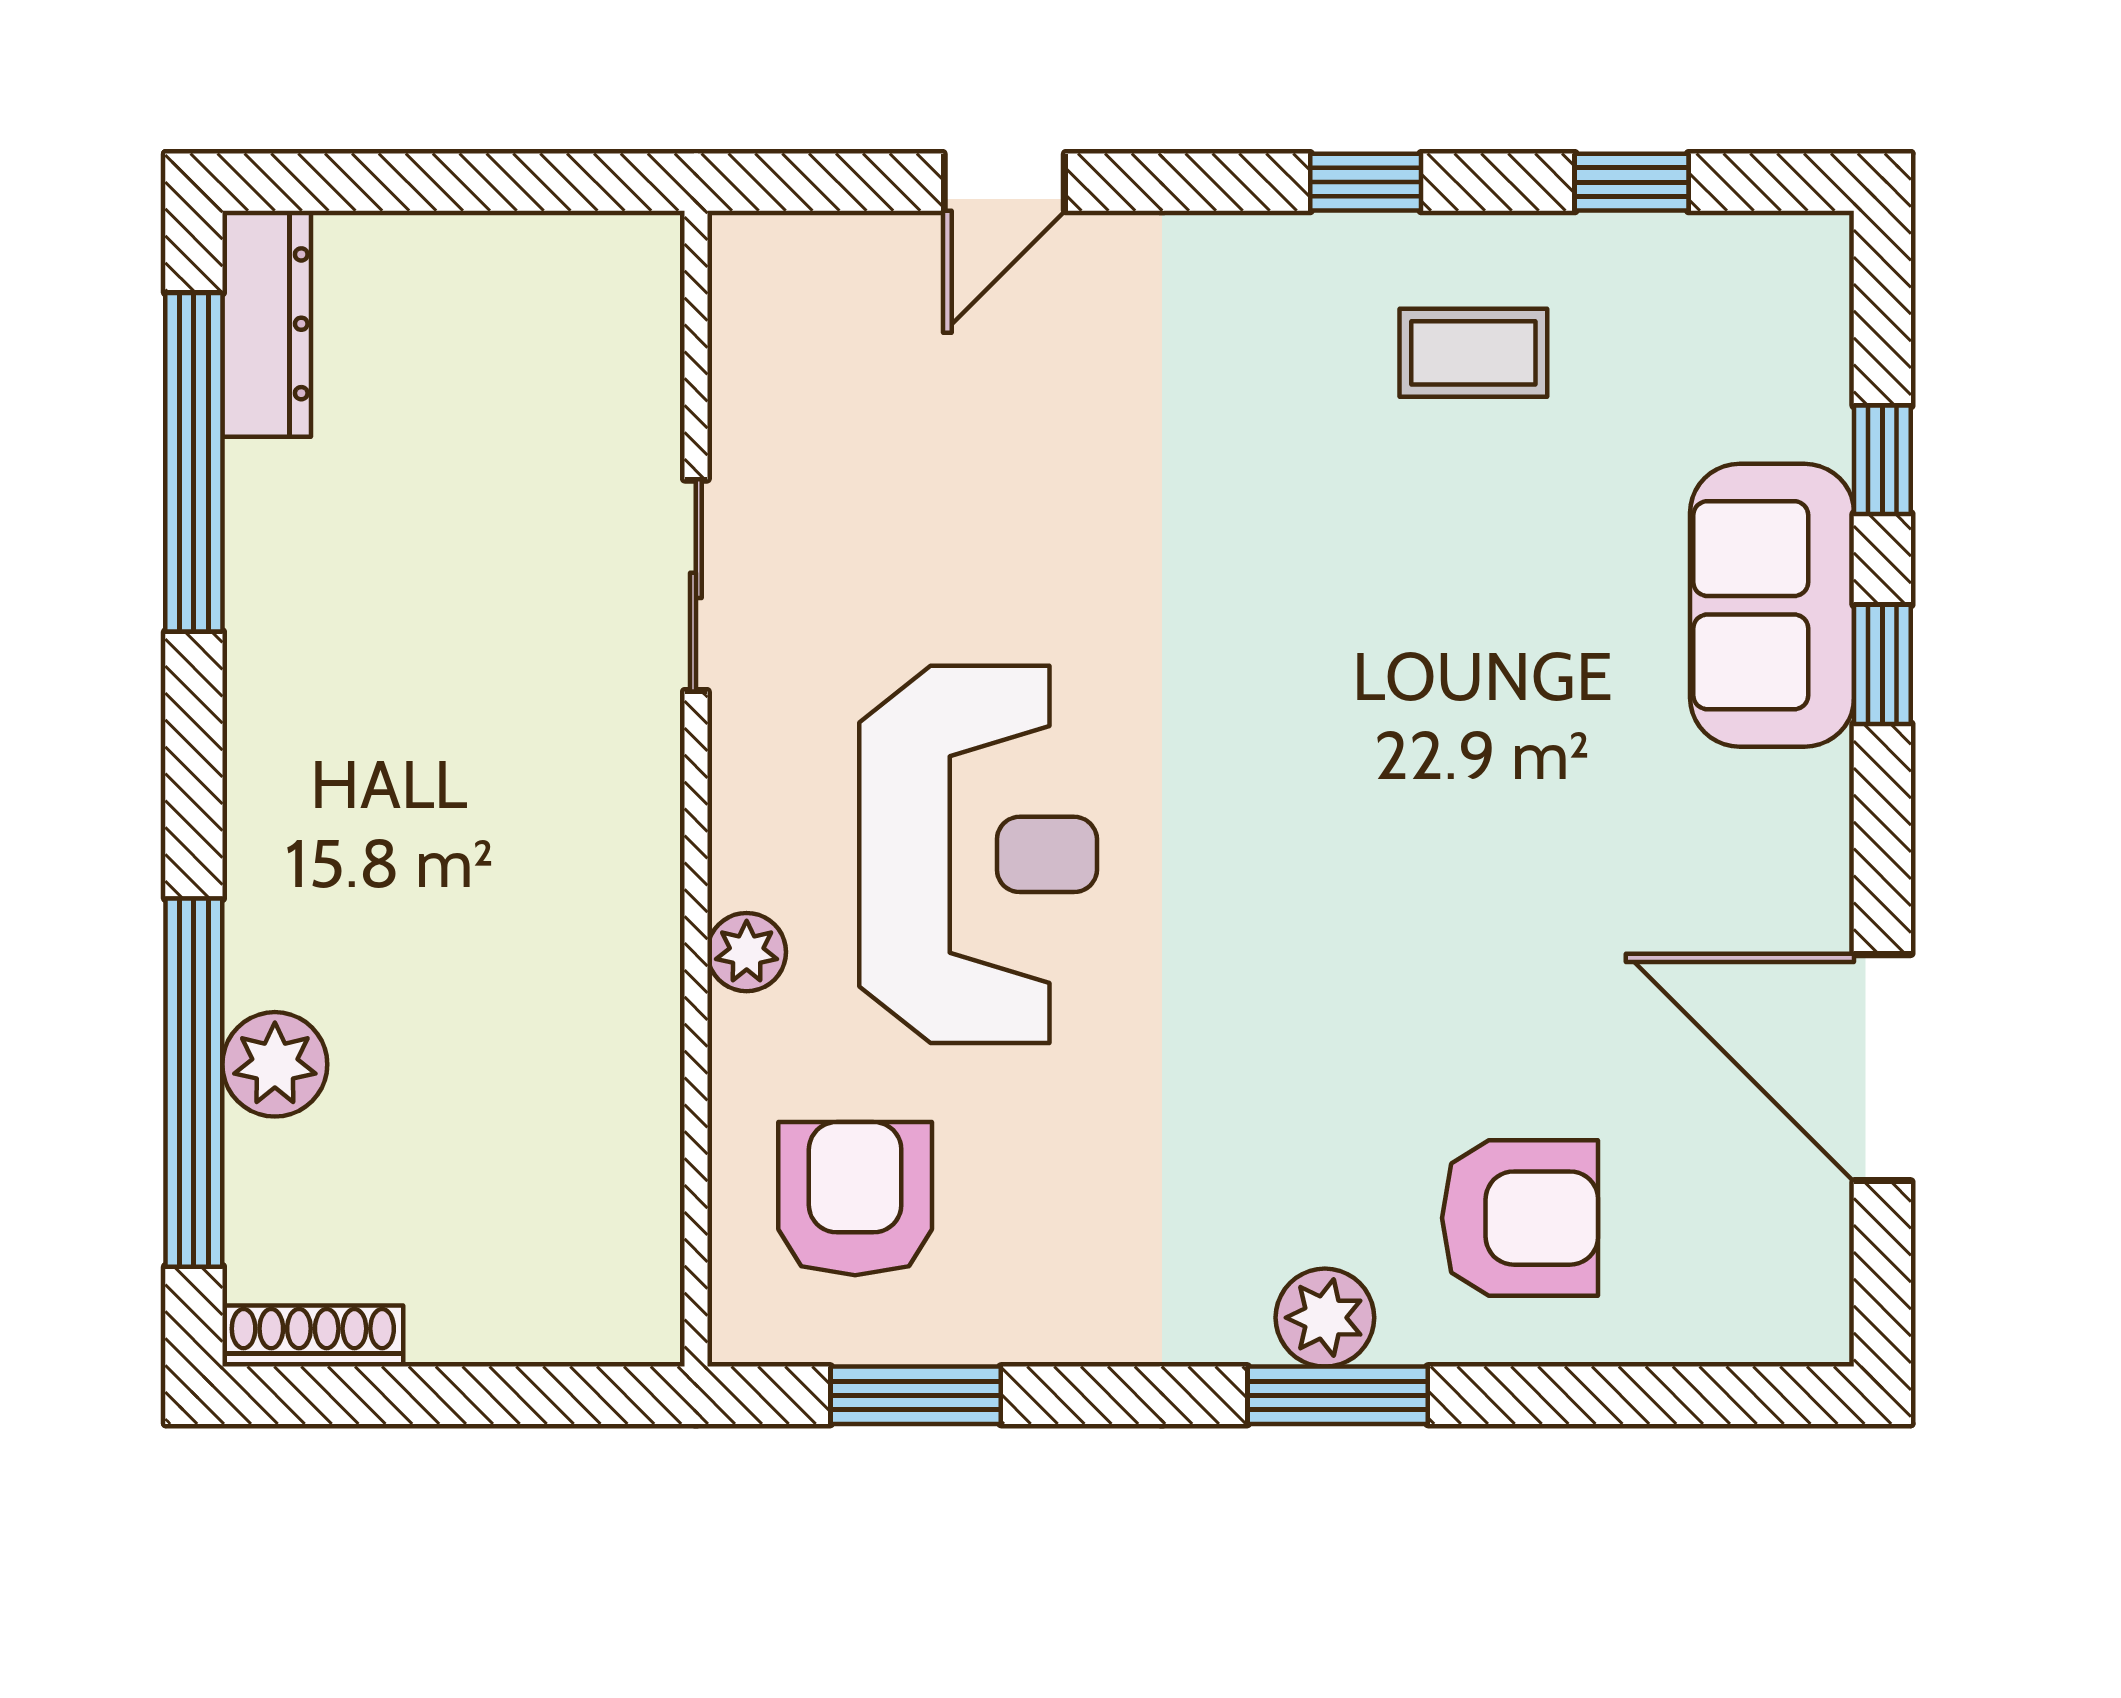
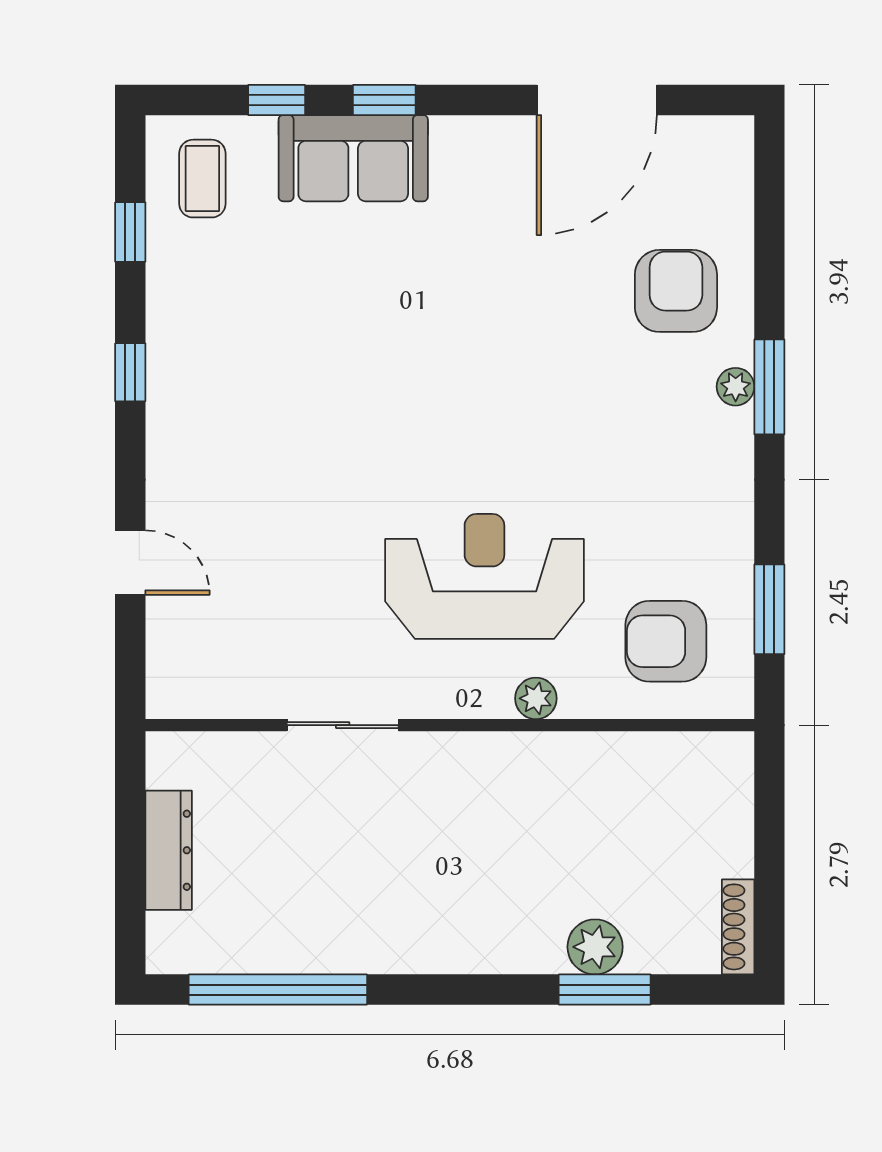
dresser: (267, 324) -> (169, 850), moved, turned 90
coffee table: (1473, 353) -> (202, 179), moved
window: (194, 1083) -> (605, 990), width x0.47
plant: (1325, 1318) -> (736, 387), width x0.73, depth x0.73

